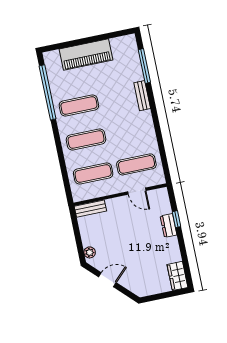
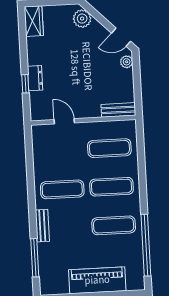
exercise mat: (136, 164) -> (62, 189), moved
door: (107, 280) -> (121, 37), moved
plant: (135, 285) -> (82, 19), added

